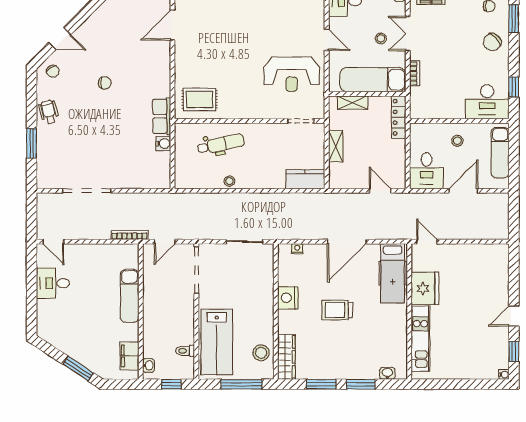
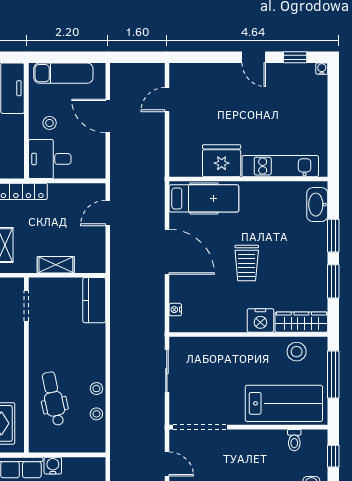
desk: (426, 171) -> (50, 159), moved, turned 180
stool: (208, 181) -> (96, 414), added
door: (427, 242) -> (167, 100), moved
nightstand: (288, 298) -> (260, 320), moved
washbasin: (387, 373) -> (317, 205), width x1.91, depth x1.45

